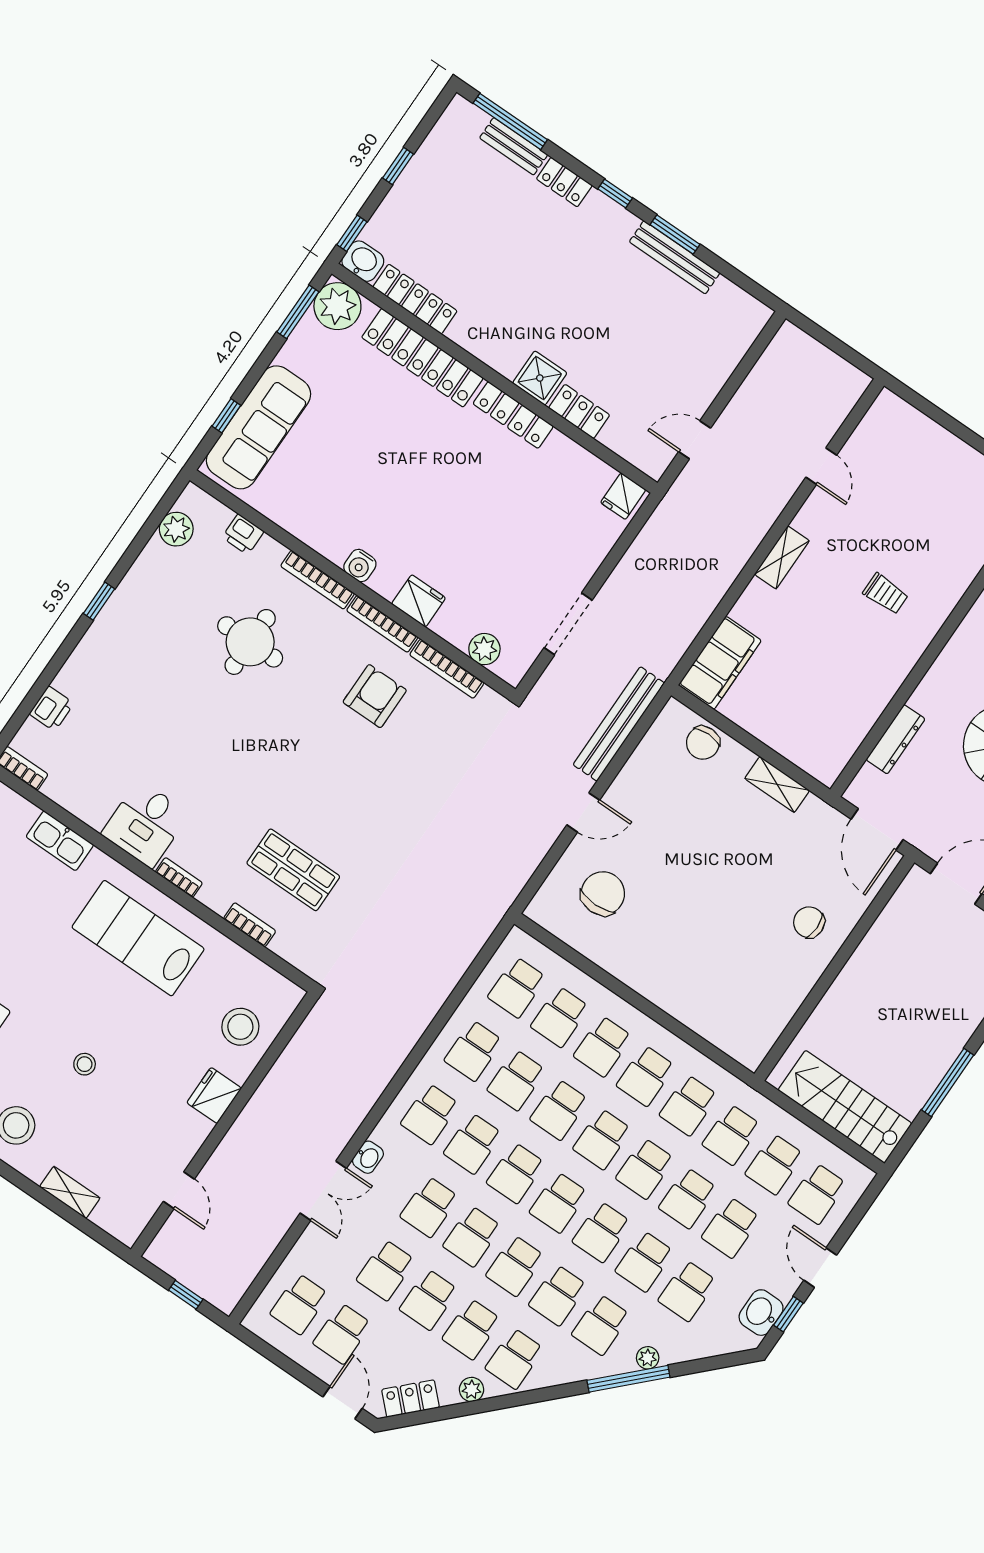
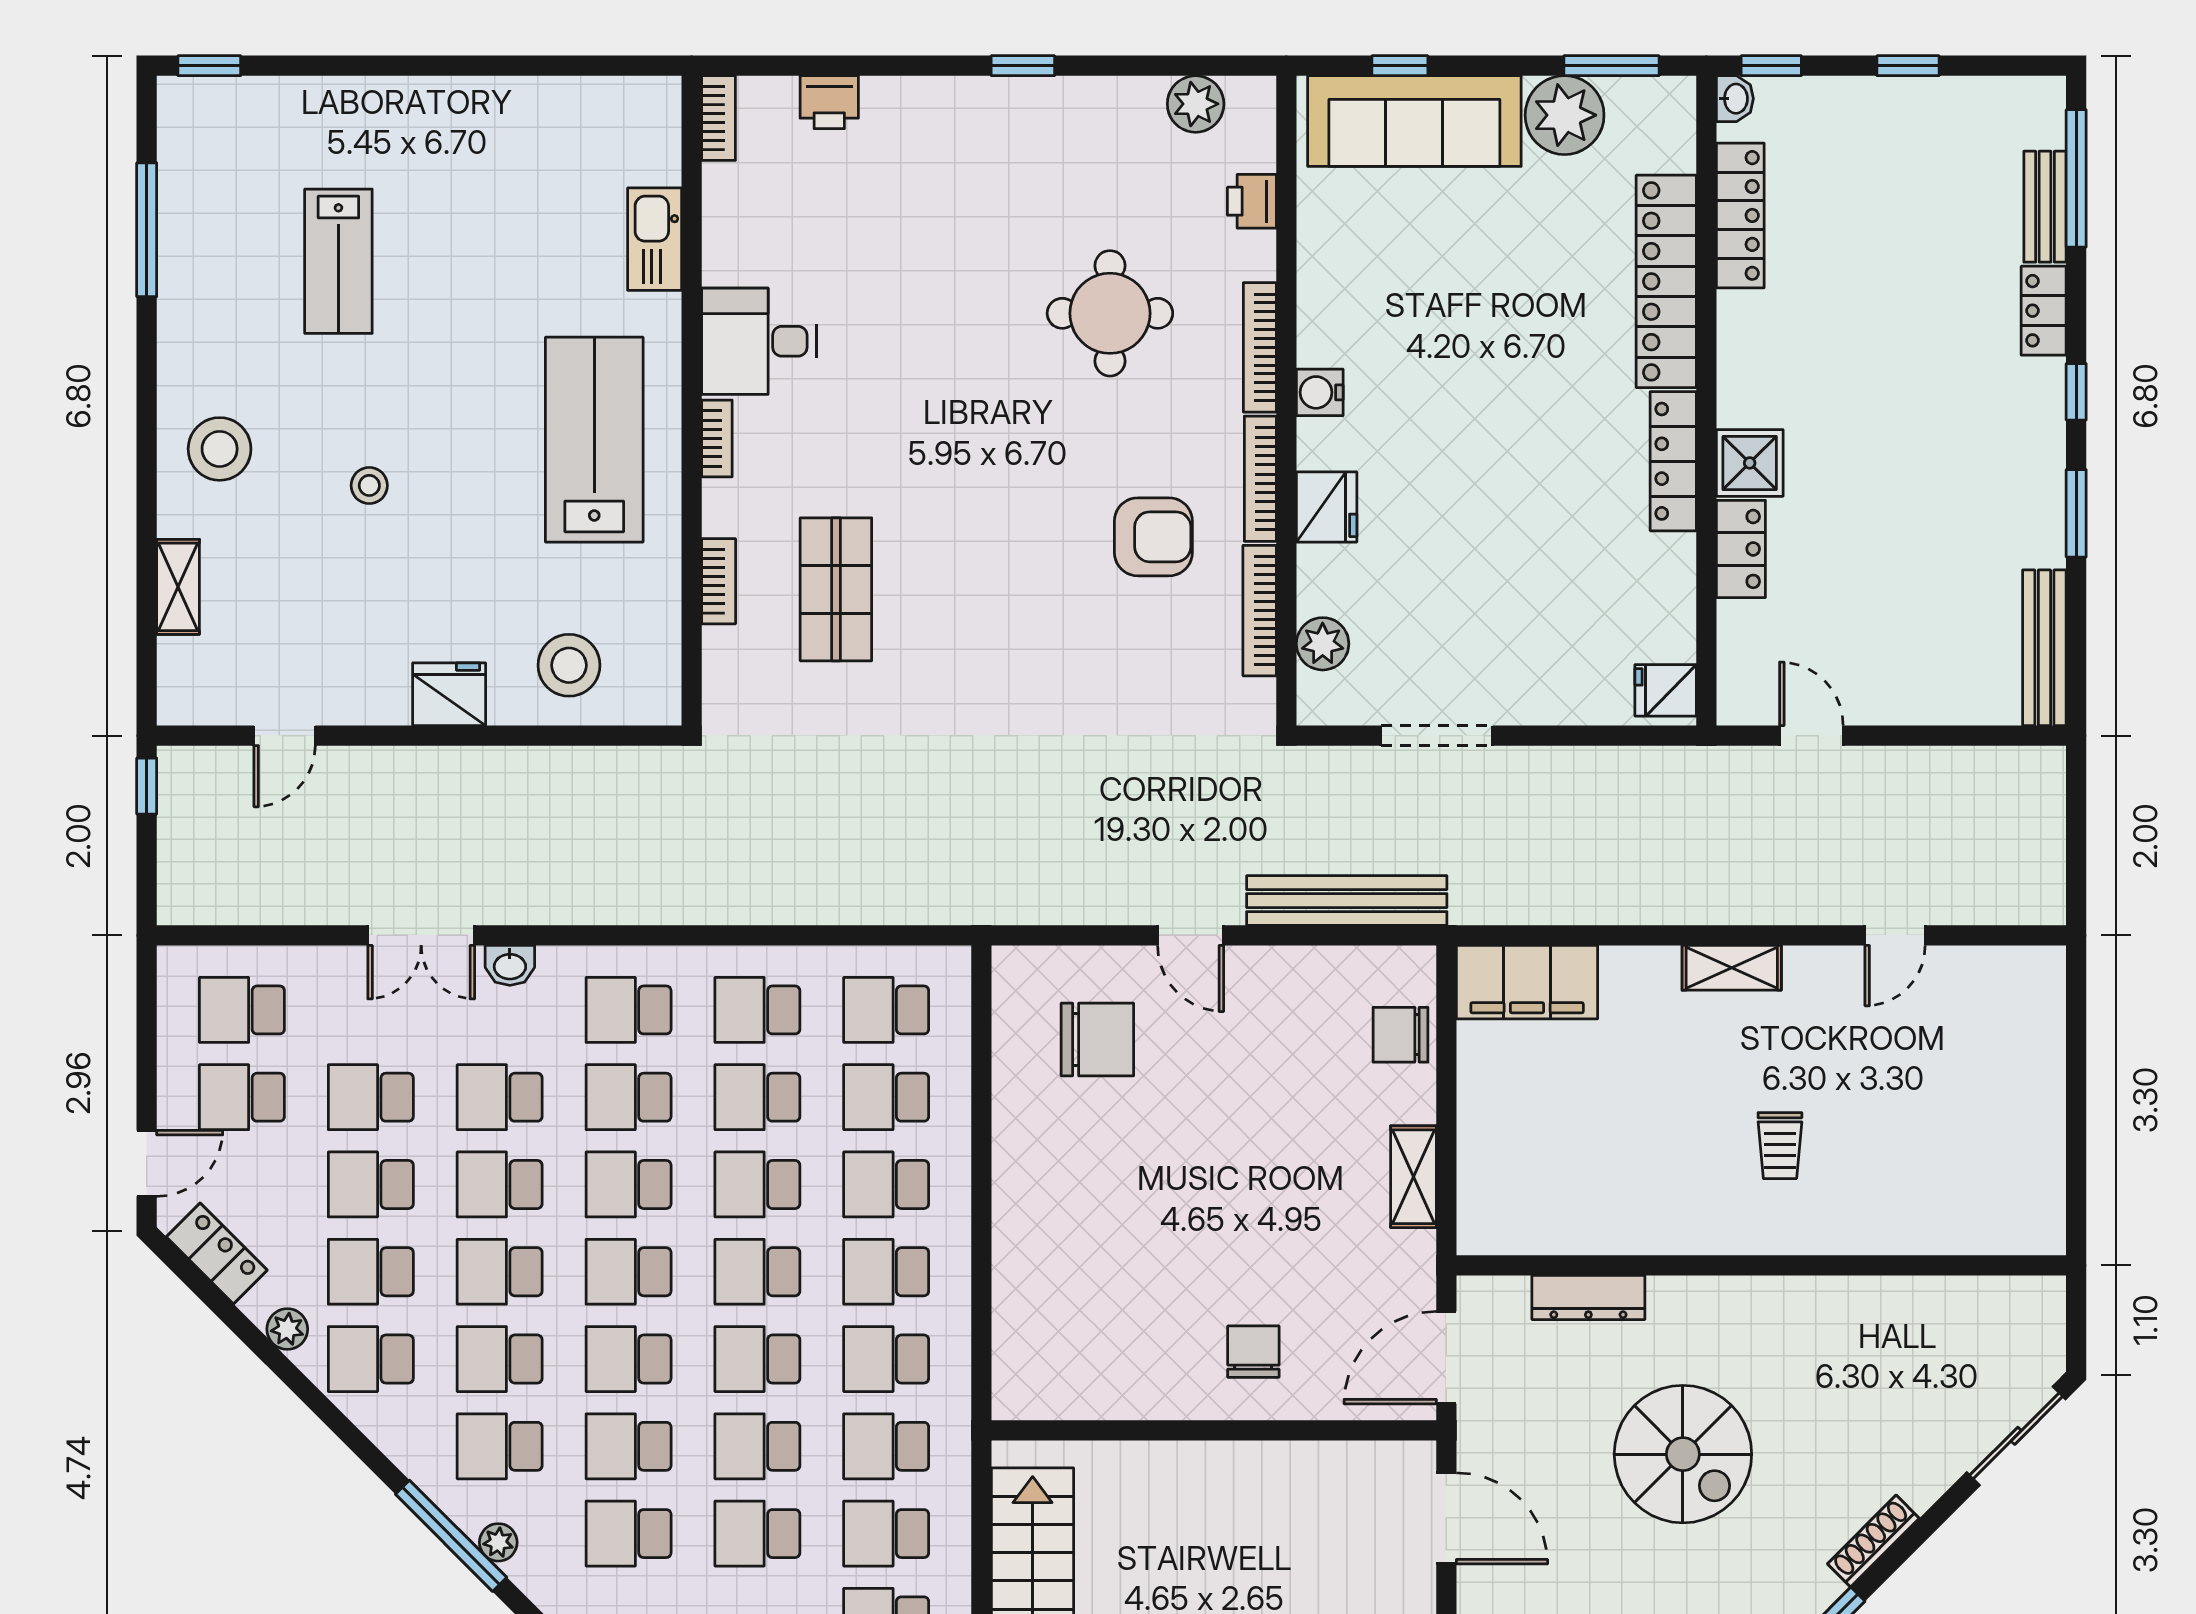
bench: (675, 257) -> (2044, 648), moved
washbasin: (363, 261) -> (1735, 99), width x0.72, depth x0.69
plant: (337, 306) -> (1565, 115), moved
window: (186, 1295) -> (147, 786), moved

